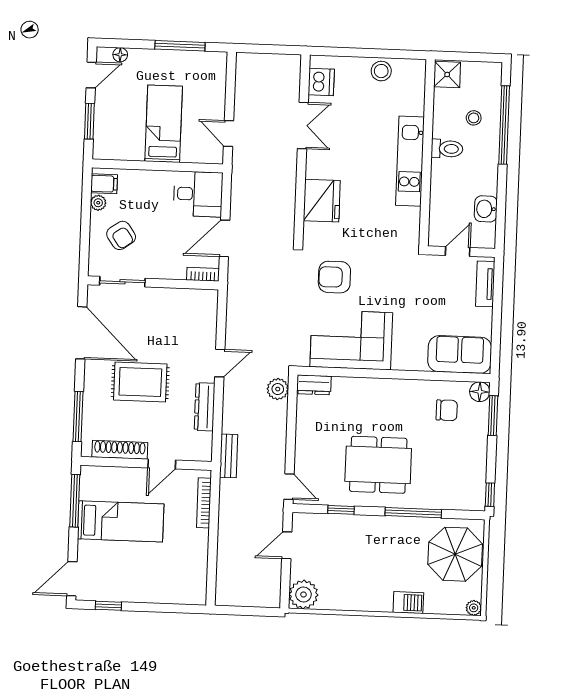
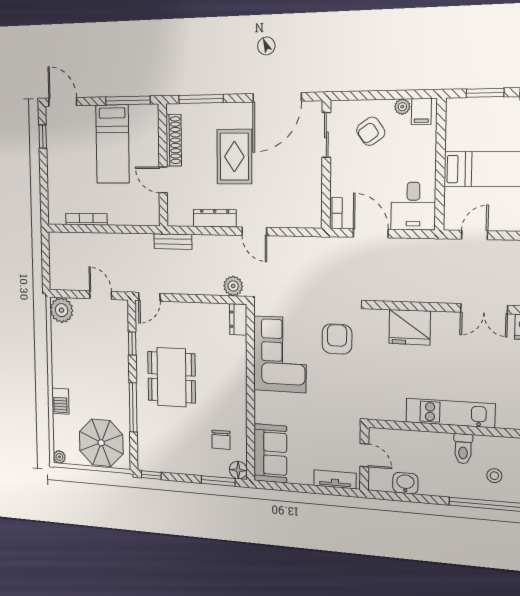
bookcase: (204, 503) -> (86, 219), moved

